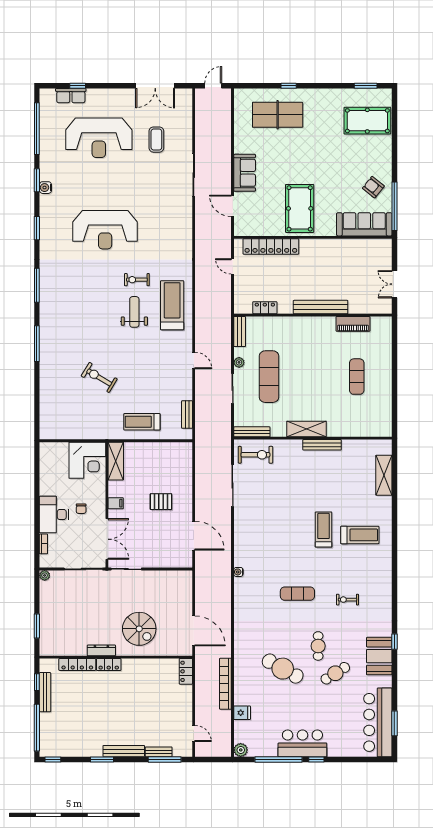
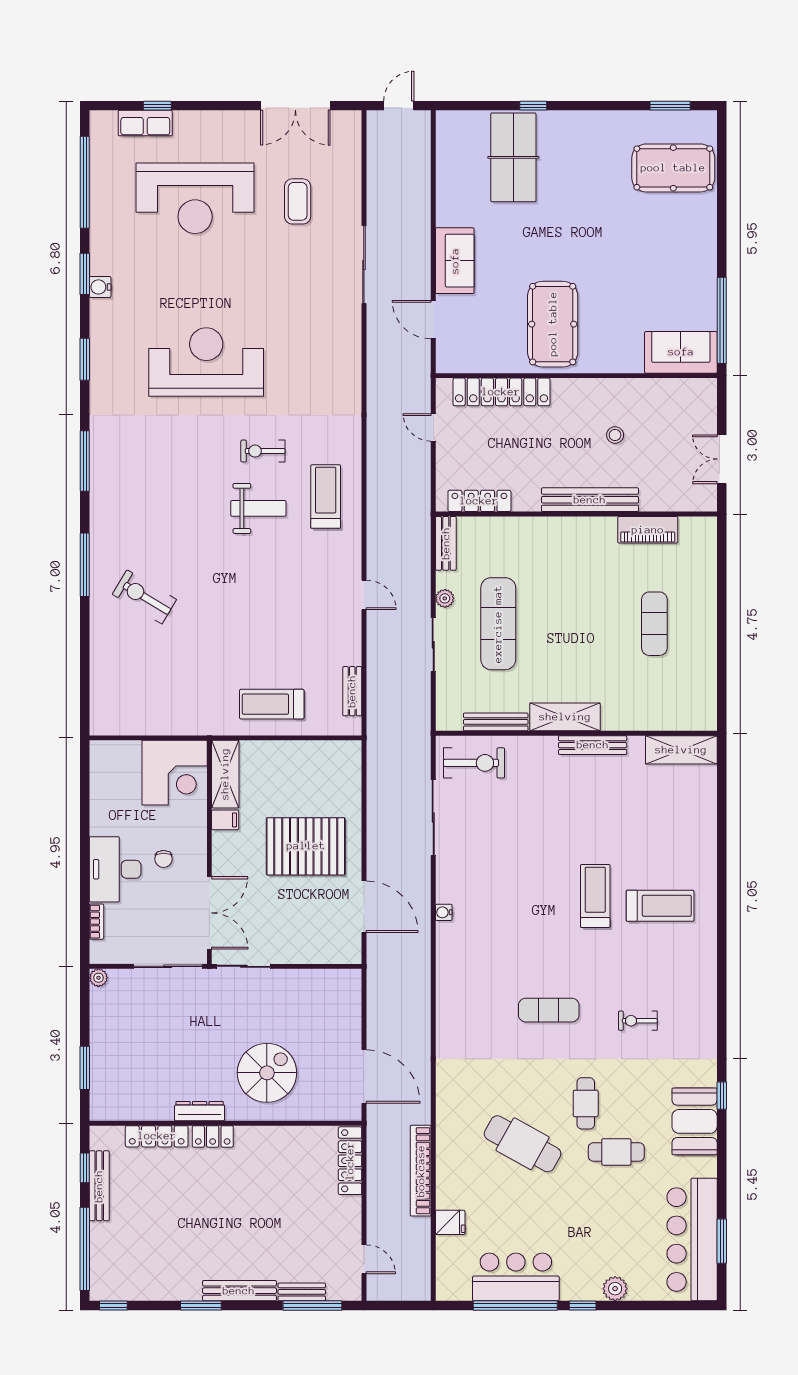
table tennis table: (278, 115) -> (513, 157), turned 90
armchair: (373, 187) -> (684, 286), removed
sofa: (364, 224) -> (681, 352), width x0.73
reception desk: (105, 230) -> (206, 362), turned 180
stool: (335, 271) -> (615, 435), added
treadmill: (172, 305) -> (326, 497), width x0.73, depth x0.73
locker: (265, 308) -> (479, 501), width x1.53
weight bench: (134, 312) -> (258, 508), turned 90
exercise bike: (99, 377) -> (144, 597), moved
bench: (252, 432) -> (496, 722), moved
shelving: (384, 475) -> (681, 750), moved, turned 90
pallet: (161, 502) -> (306, 846), width x2.05, depth x2.00
filing cabinet: (116, 503) -> (225, 820), moved
water cooler: (238, 572) -> (444, 912), moved
spiral stairs: (139, 629) -> (267, 1073), turned -90
locker: (186, 671) -> (350, 1161), width x1.53
cafe table: (335, 673) -> (616, 1152), turned 32
bar counter: (302, 743) -> (516, 1277), moved
plant: (241, 750) -> (615, 1289), moved

